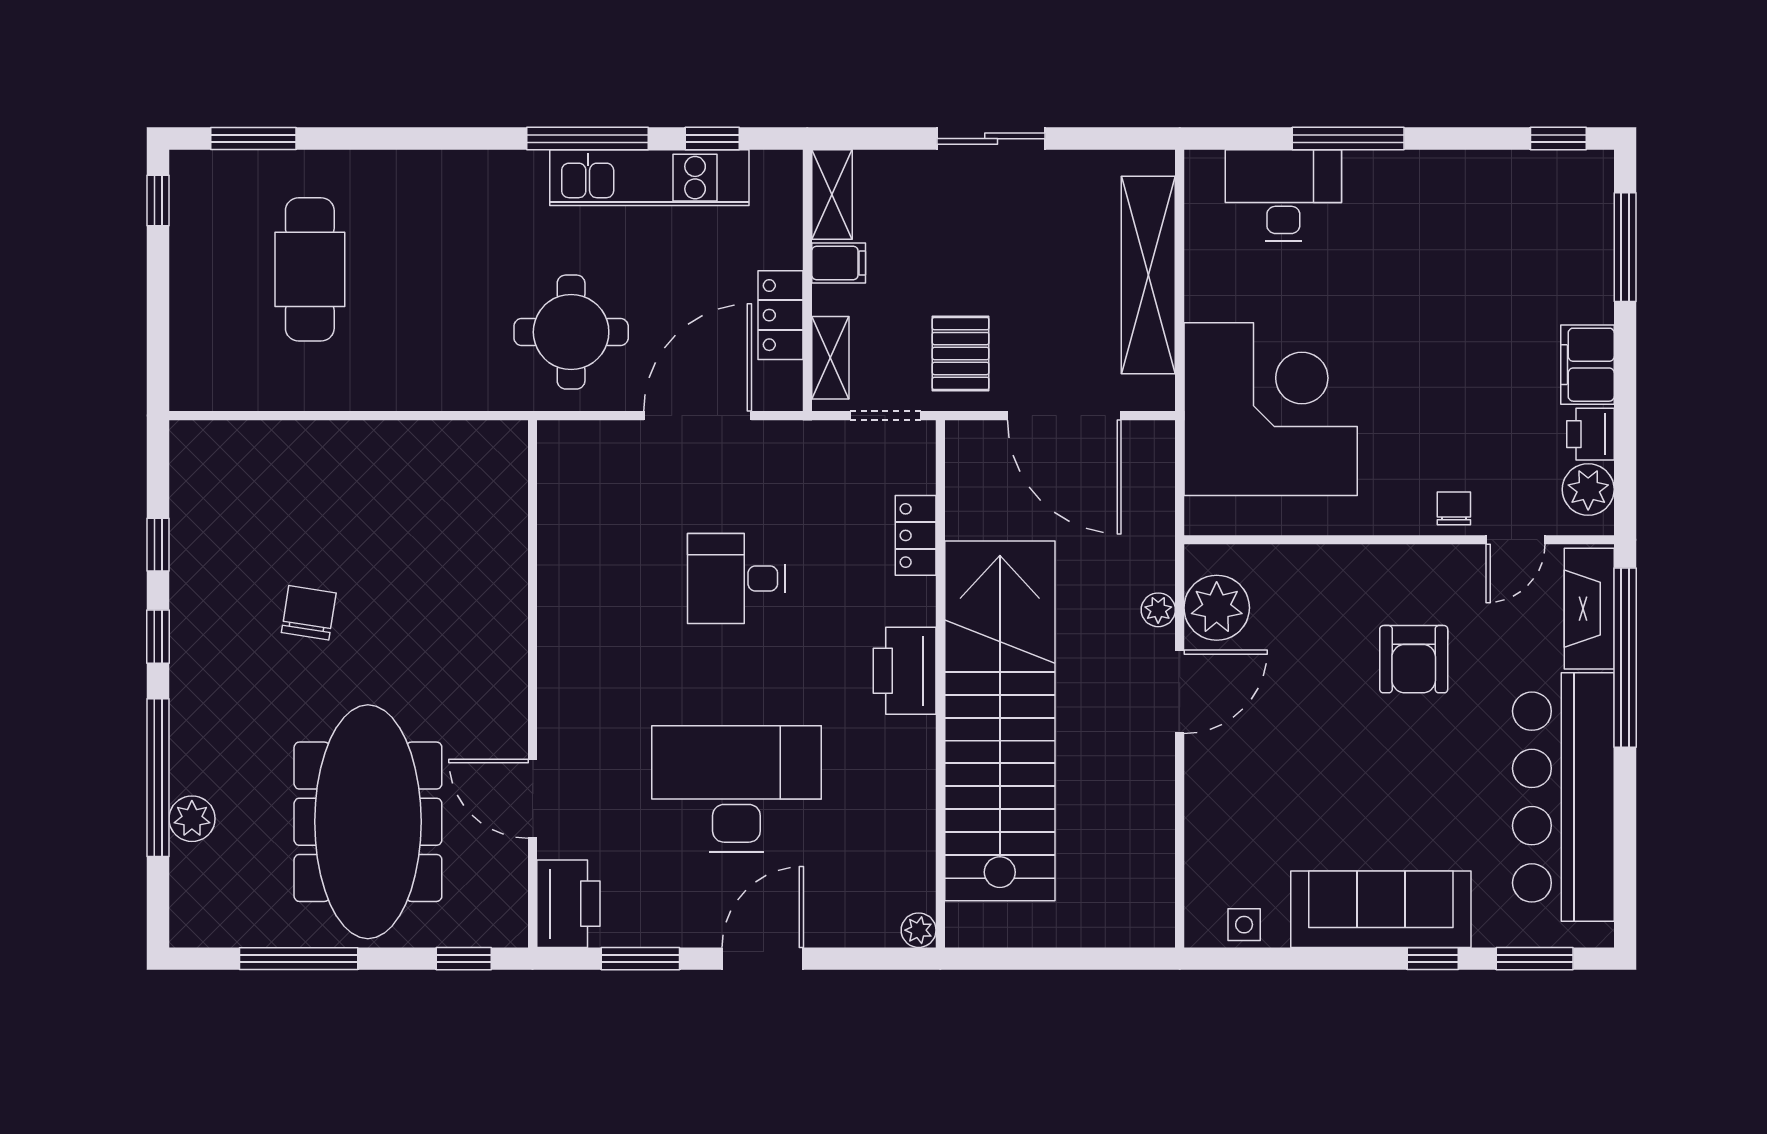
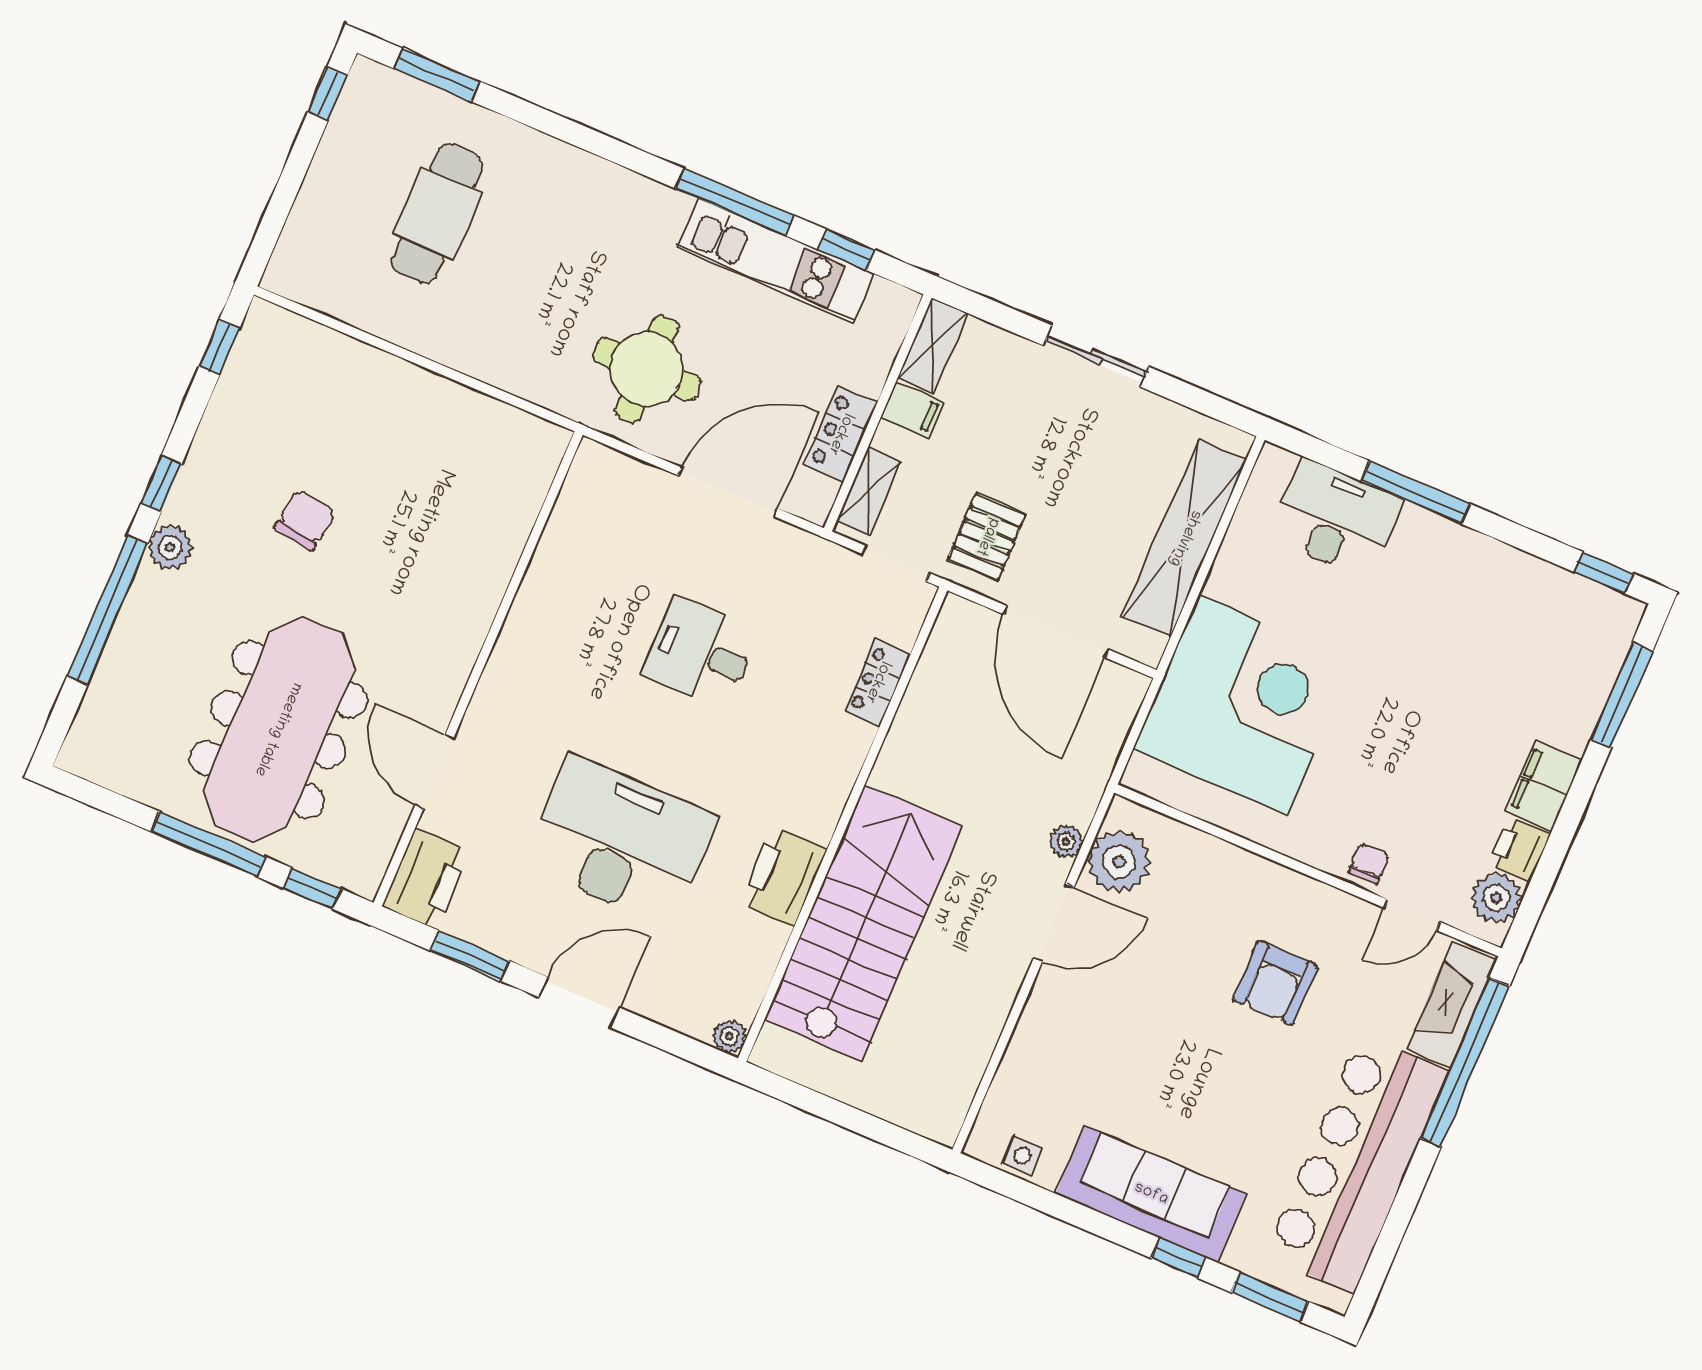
window: (158, 545) -> (219, 347), moved
printer: (905, 671) -> (783, 876), moved
stairs: (1000, 721) -> (864, 923), width x0.73
plant: (192, 819) -> (170, 547), moved
window: (299, 959) -> (209, 844), moved

